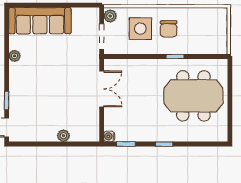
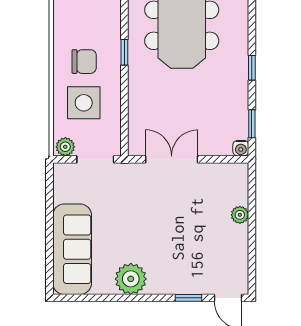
plant: (15, 56) -> (131, 279), width x1.88, depth x1.88

